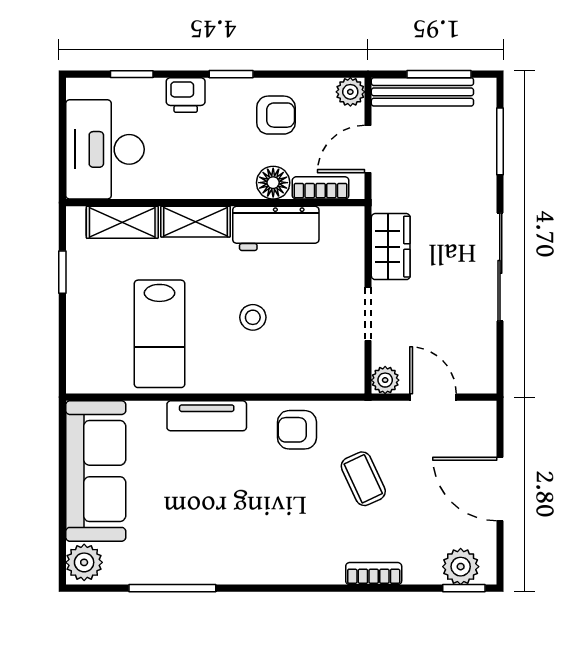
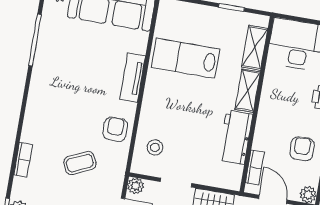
armchair: (276, 115) -> (302, 149), turned 180
floor lamp: (273, 183) -> (263, 140), removed
stool: (253, 317) -> (155, 147), moved

